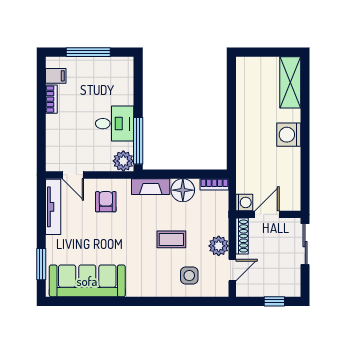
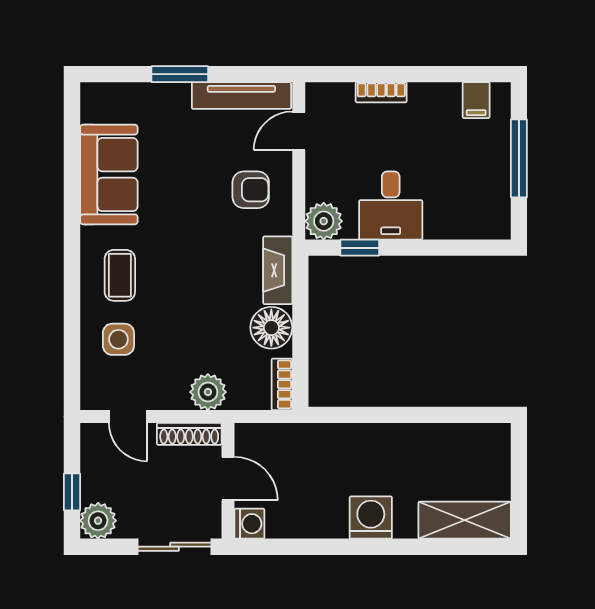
bookcase: (51, 99) -> (381, 92), moved
window: (138, 141) -> (360, 248), width x0.46
washing machine: (244, 202) -> (249, 524), moved, turned -90
coffee table: (171, 239) -> (120, 275), moved
plant: (219, 246) -> (208, 392), moved
window: (41, 264) -> (180, 74), moved
sofa: (87, 281) -> (109, 175), width x0.73
plant: (290, 287) -> (98, 521), added

